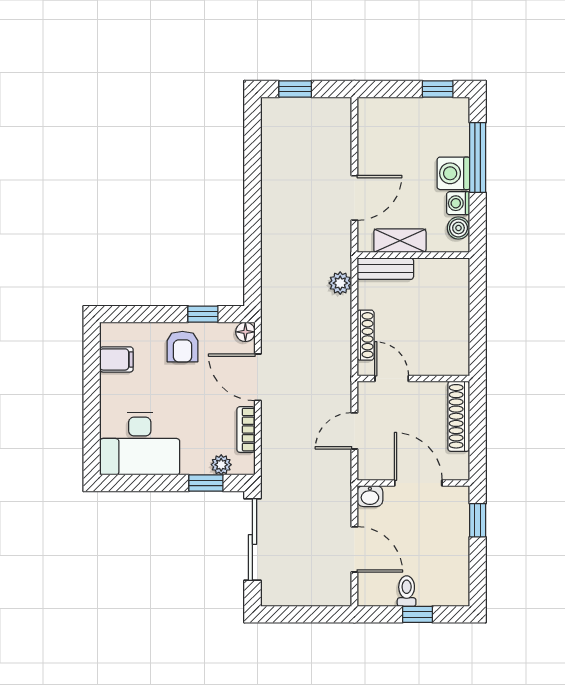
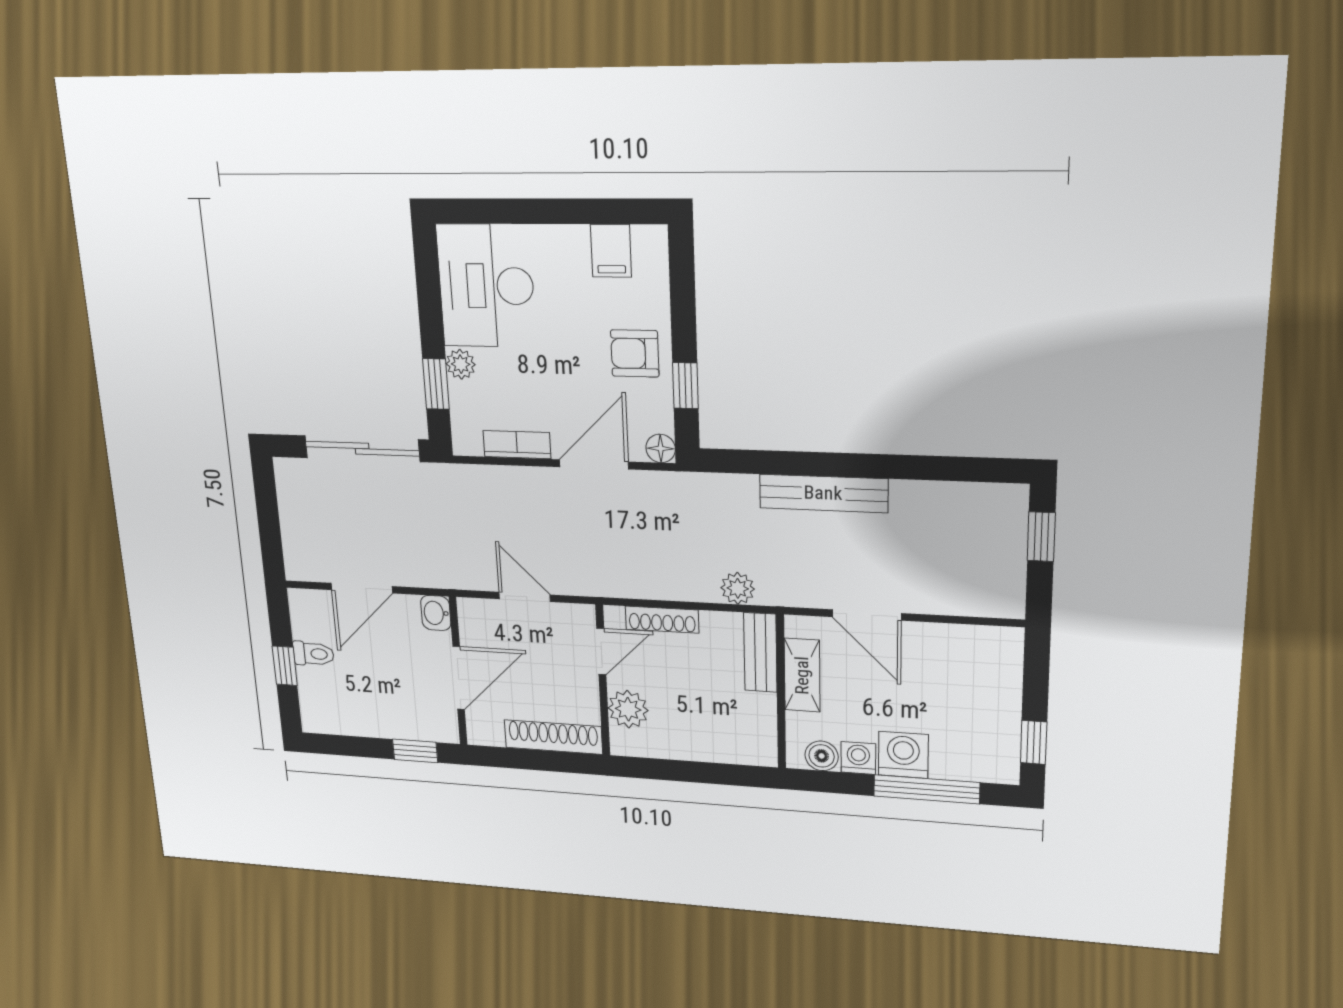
bench: (272, 226) -> (823, 493), added
plant: (433, 361) -> (628, 709), added
plant: (221, 465) -> (461, 364), moved

